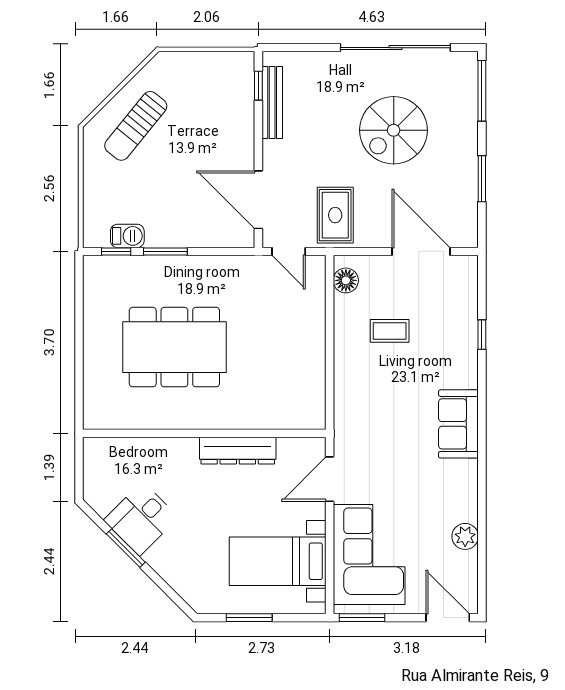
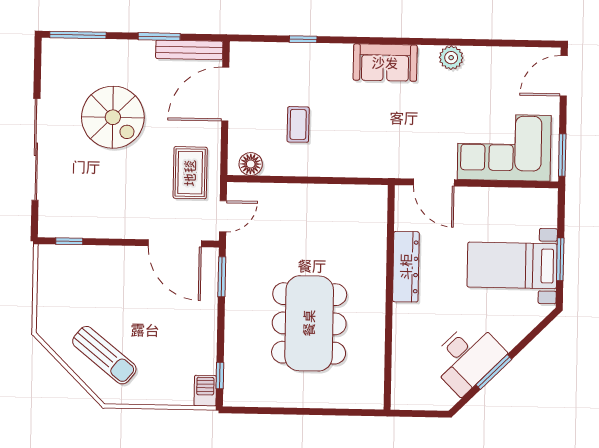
sliding door: (395, 48) -> (36, 149), moved
bench: (272, 103) -> (189, 50), moved
door: (258, 200) -> (175, 243), hinge flipped
rug: (335, 215) -> (190, 173), turned 90
barbecue: (127, 236) -> (205, 391), moved
window: (165, 251) -> (222, 277), moved
desk: (141, 519) -> (467, 357), width x1.37
plant: (465, 536) -> (451, 58), moved
bed with nightstands: (278, 561) -> (512, 265), moved, turned 90

